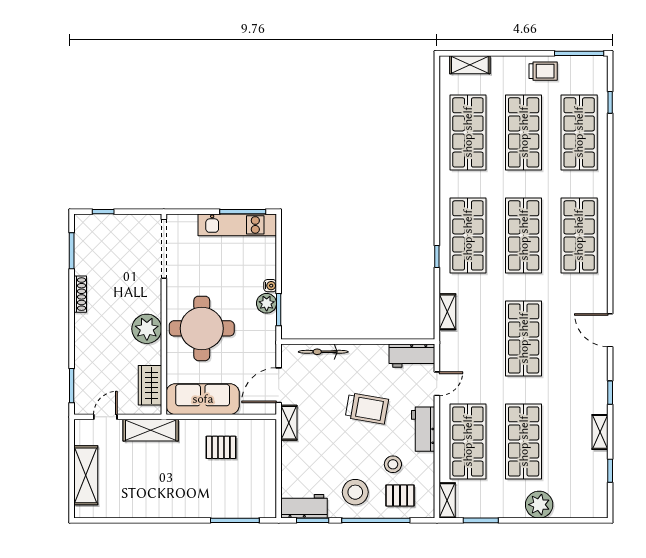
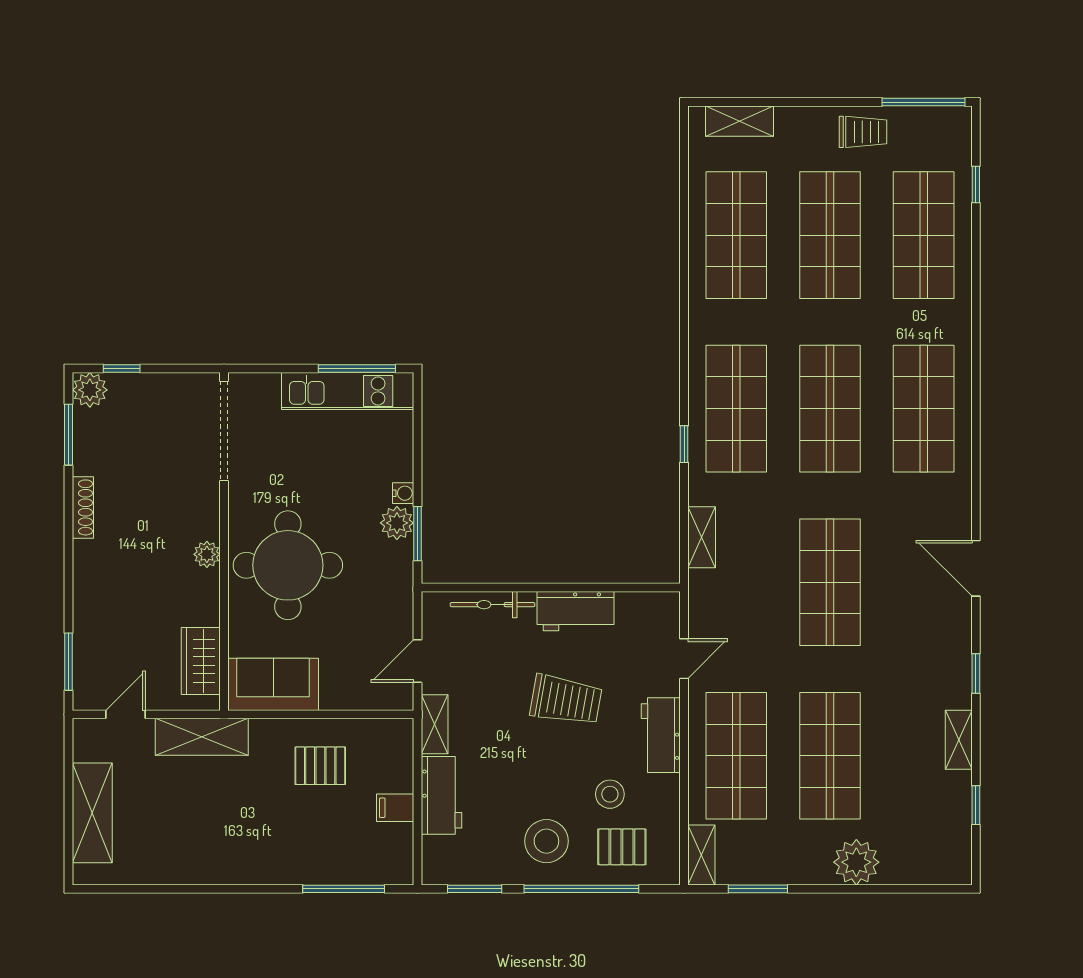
plant: (84, 224) -> (90, 390), added
plant: (147, 329) -> (207, 554), width x0.53, depth x0.53
workbench: (412, 356) -> (576, 611), moved
door: (279, 385) -> (418, 661), width x0.73
sofa: (203, 399) -> (273, 684), width x0.73
filing cabinet: (265, 472) -> (395, 808), added
workbench: (304, 506) -> (441, 795), moved, turned 90

